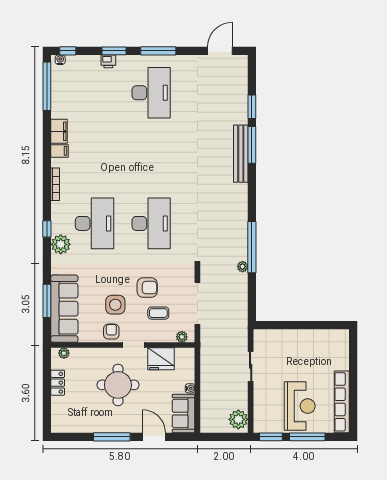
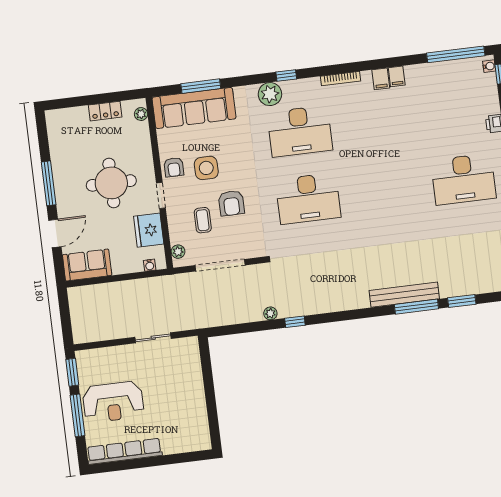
filing cabinet: (59, 131) -> (397, 76), width x0.50
window: (252, 247) -> (295, 322), width x0.32
armchair: (111, 332) -> (174, 167), turned 90
water cooler: (190, 388) -> (150, 265), moved
plant: (238, 419) -> (88, 331), removed

